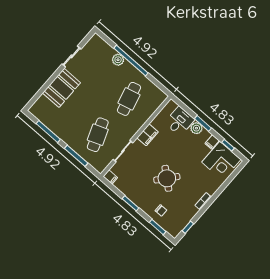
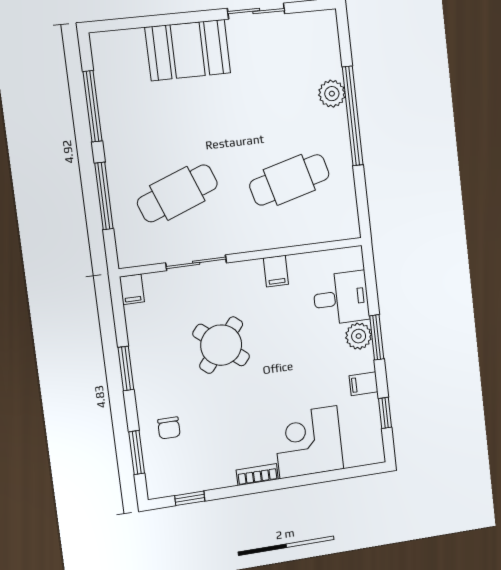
filing cabinet: (148, 135) -> (276, 271), width x0.50
corner desk: (221, 161) -> (308, 442), moved, turned 90
round table: (167, 178) -> (221, 345), moved

